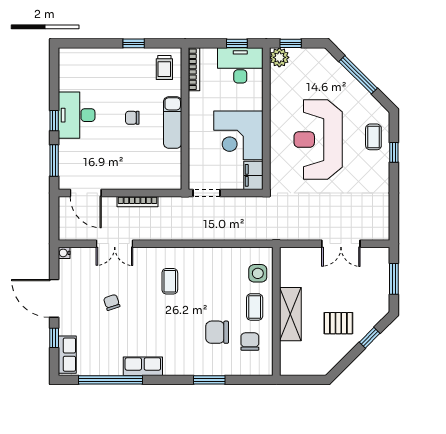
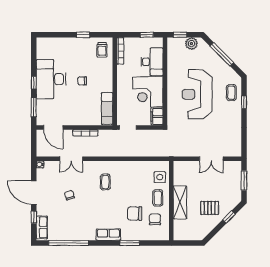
plant: (279, 57) -> (191, 44), moved
desk: (240, 65) -> (152, 62), moved, turned 90
desk: (77, 115) -> (51, 79), width x1.36, depth x1.30
exam couch: (173, 122) -> (107, 109), moved
row of seats: (143, 366) -> (108, 235), moved

